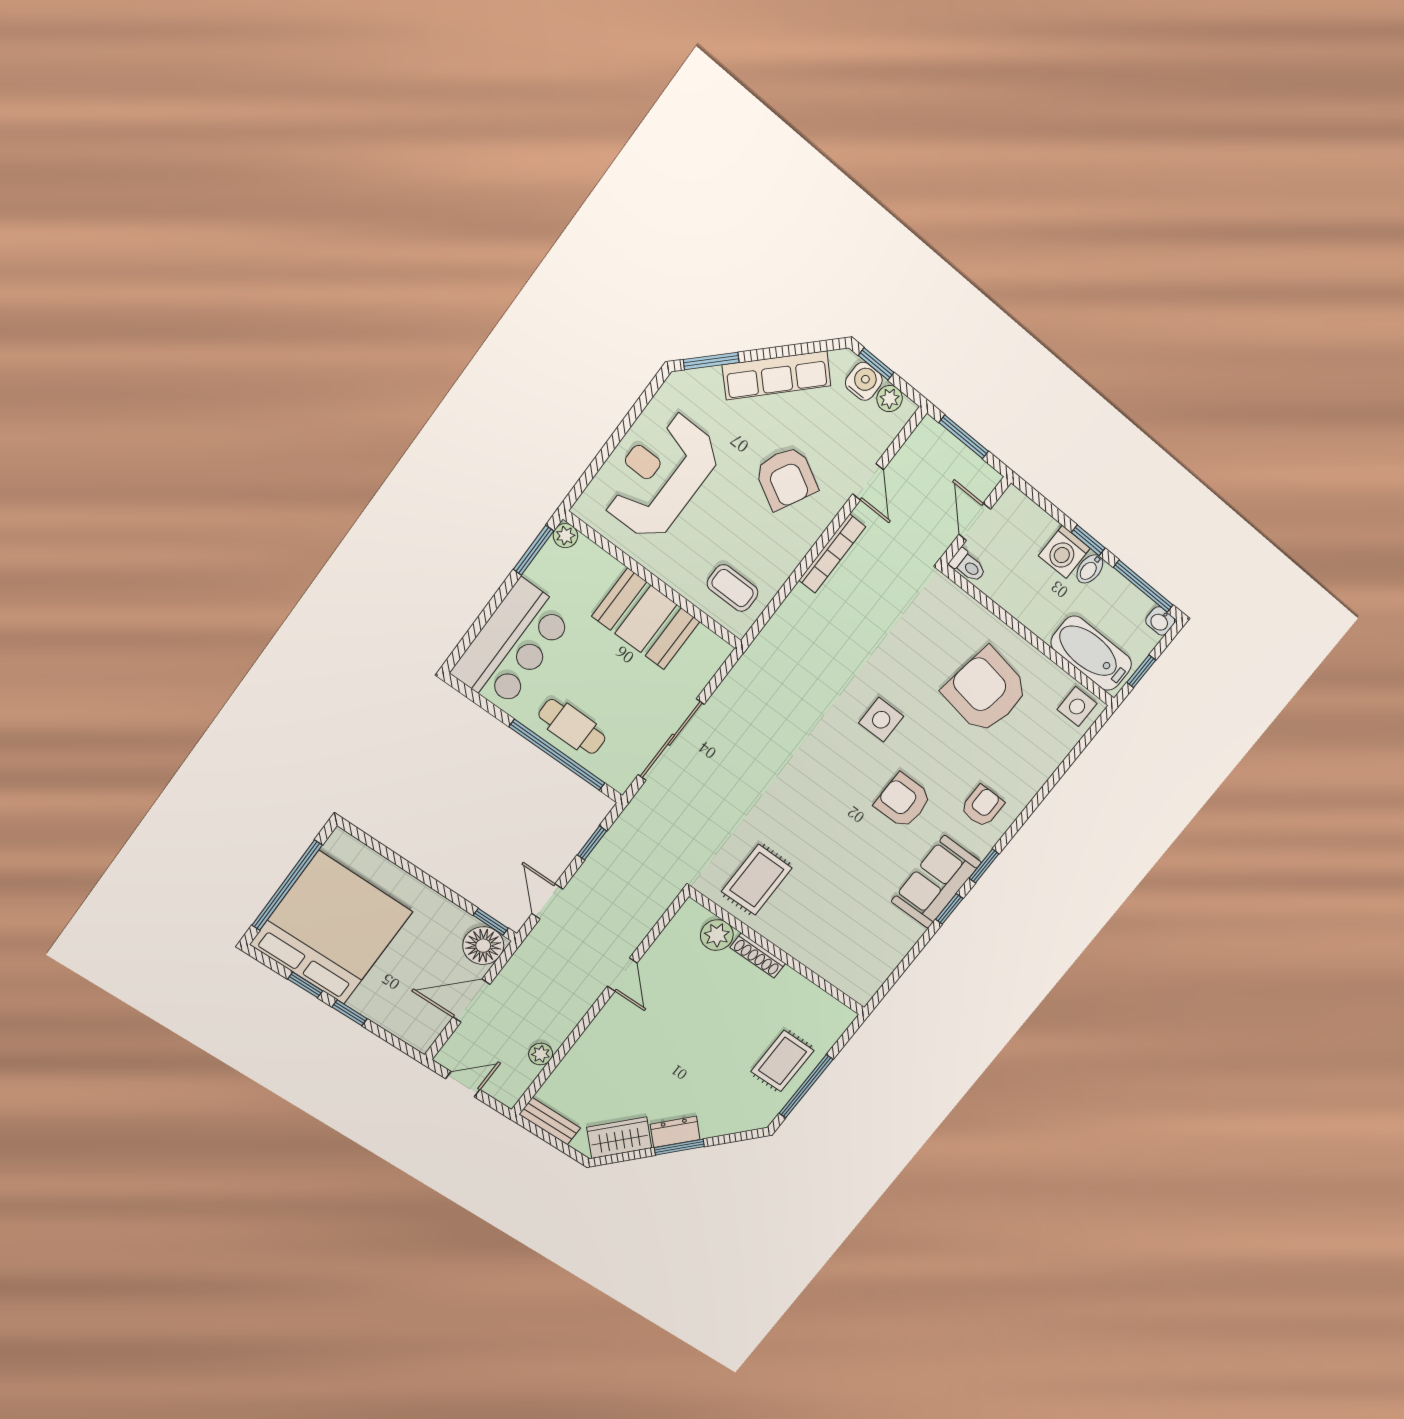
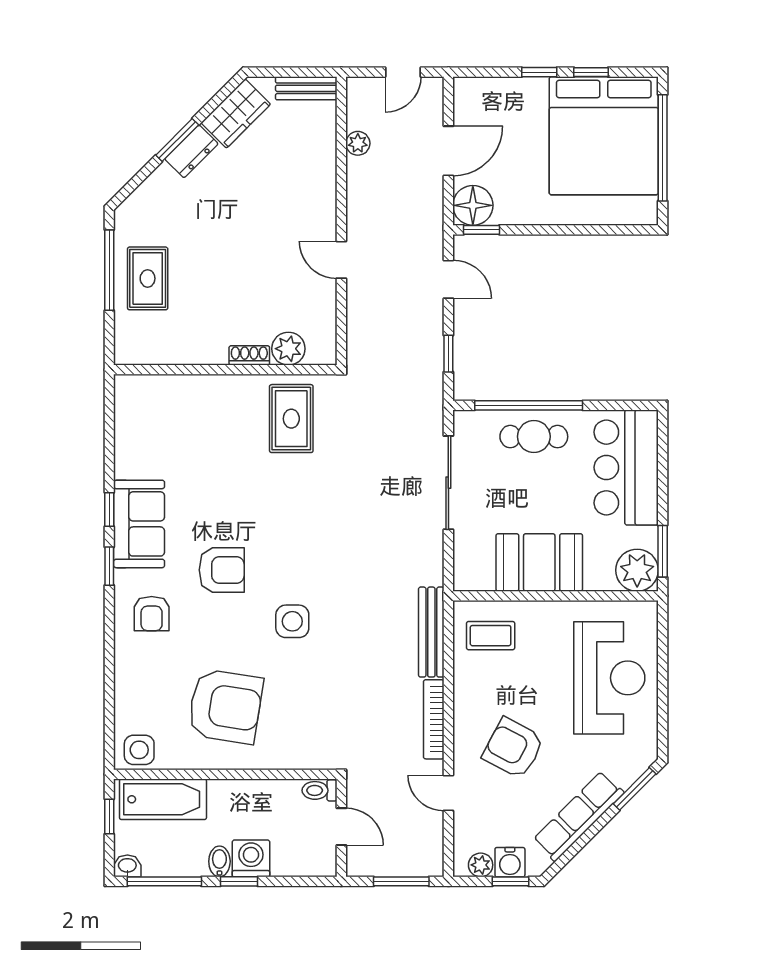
plant: (565, 536) -> (637, 570), width x1.88, depth x1.88
bench: (778, 628) -> (431, 632), added
shoe rack: (758, 955) -> (249, 355), width x0.70

